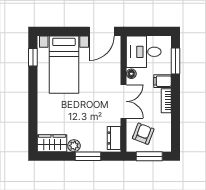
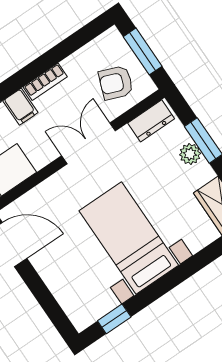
bed with nightstands: (64, 65) -> (129, 238), moved, turned -90
floor lamp: (131, 74) -> (41, 159), removed
plant: (74, 146) -> (190, 154), moved

